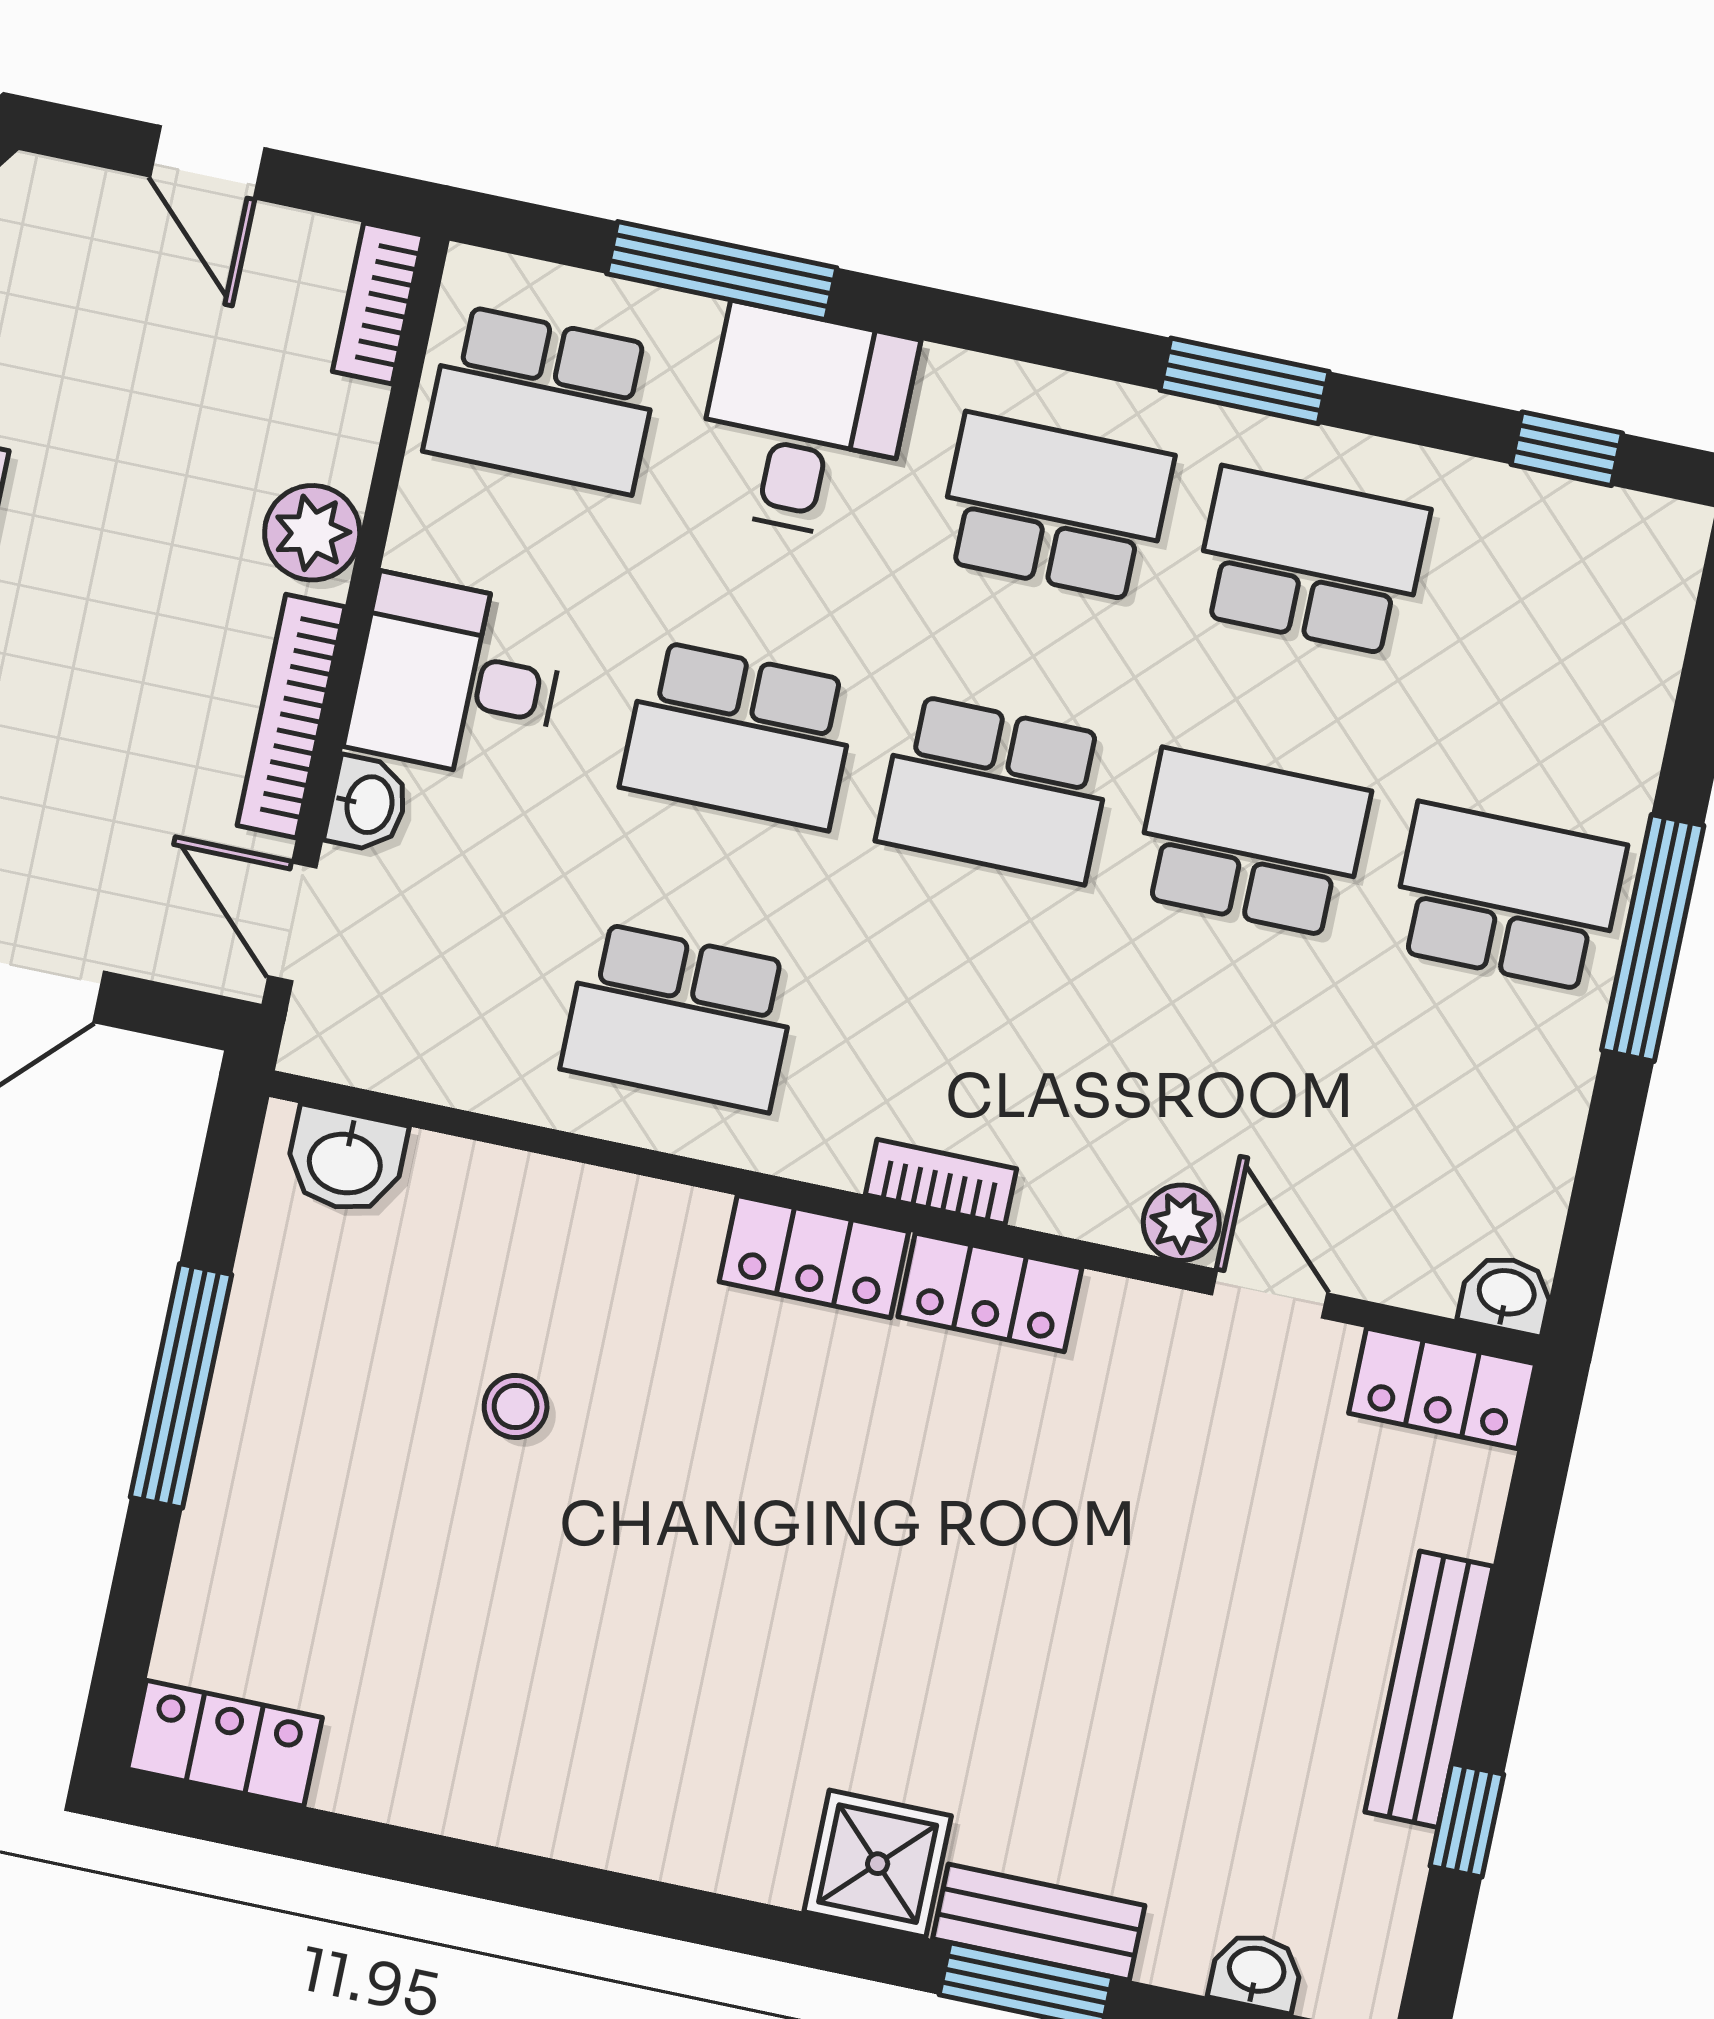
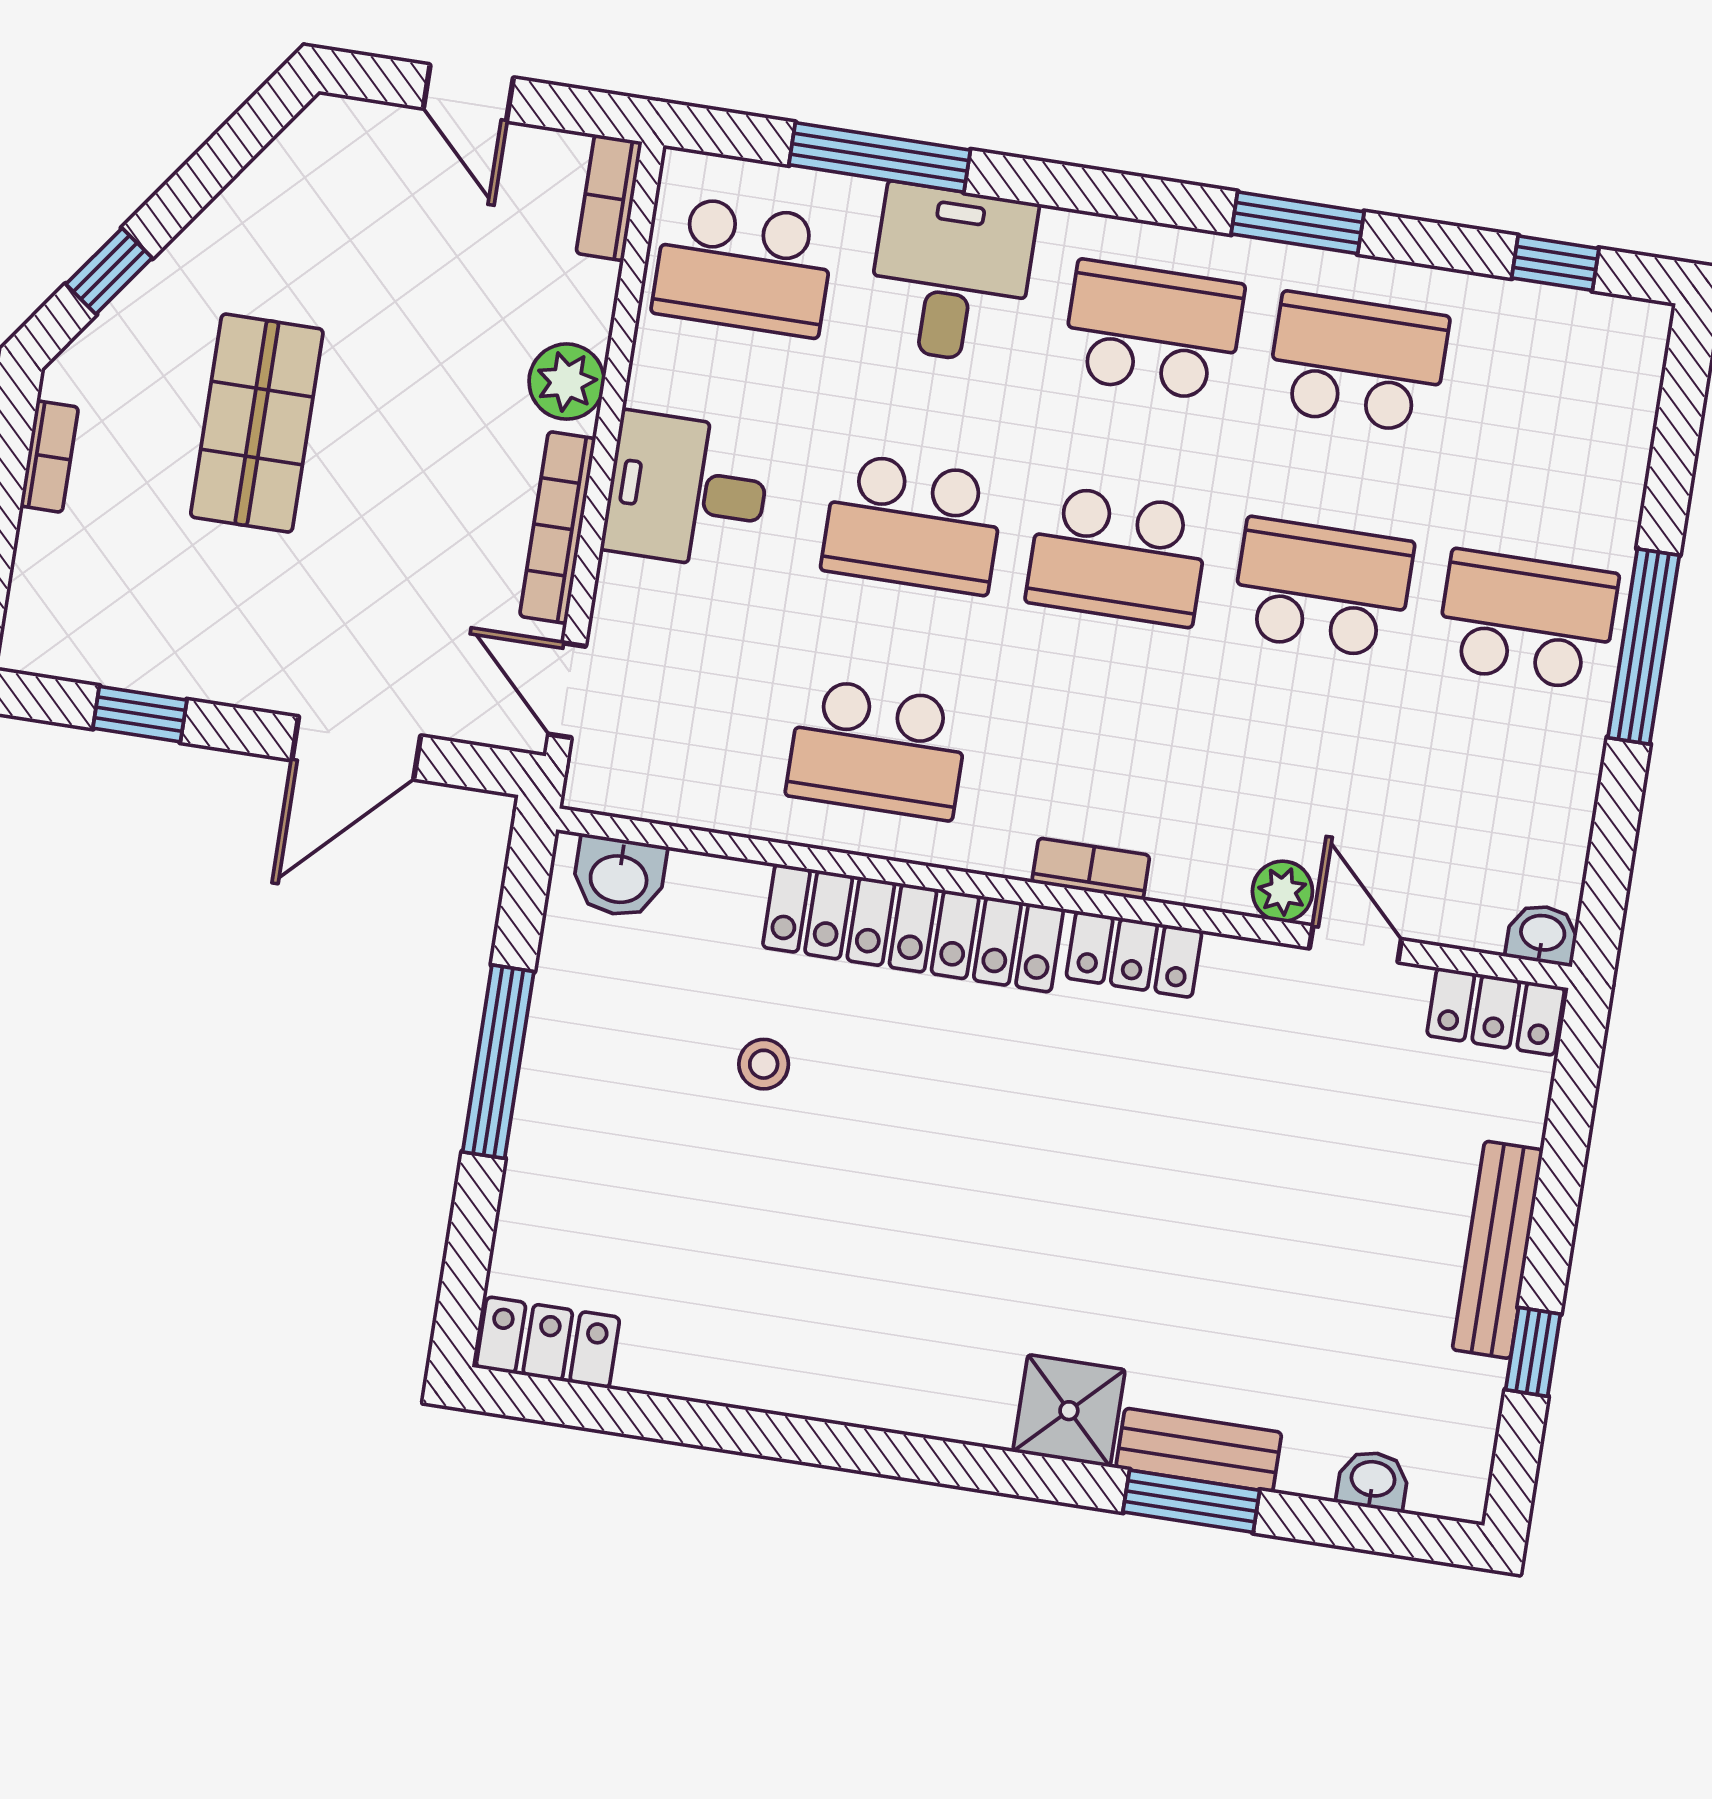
washbasin: (367, 804) -> (622, 594), removed
locker: (814, 1257) -> (913, 928), width x2.16, depth x1.21

